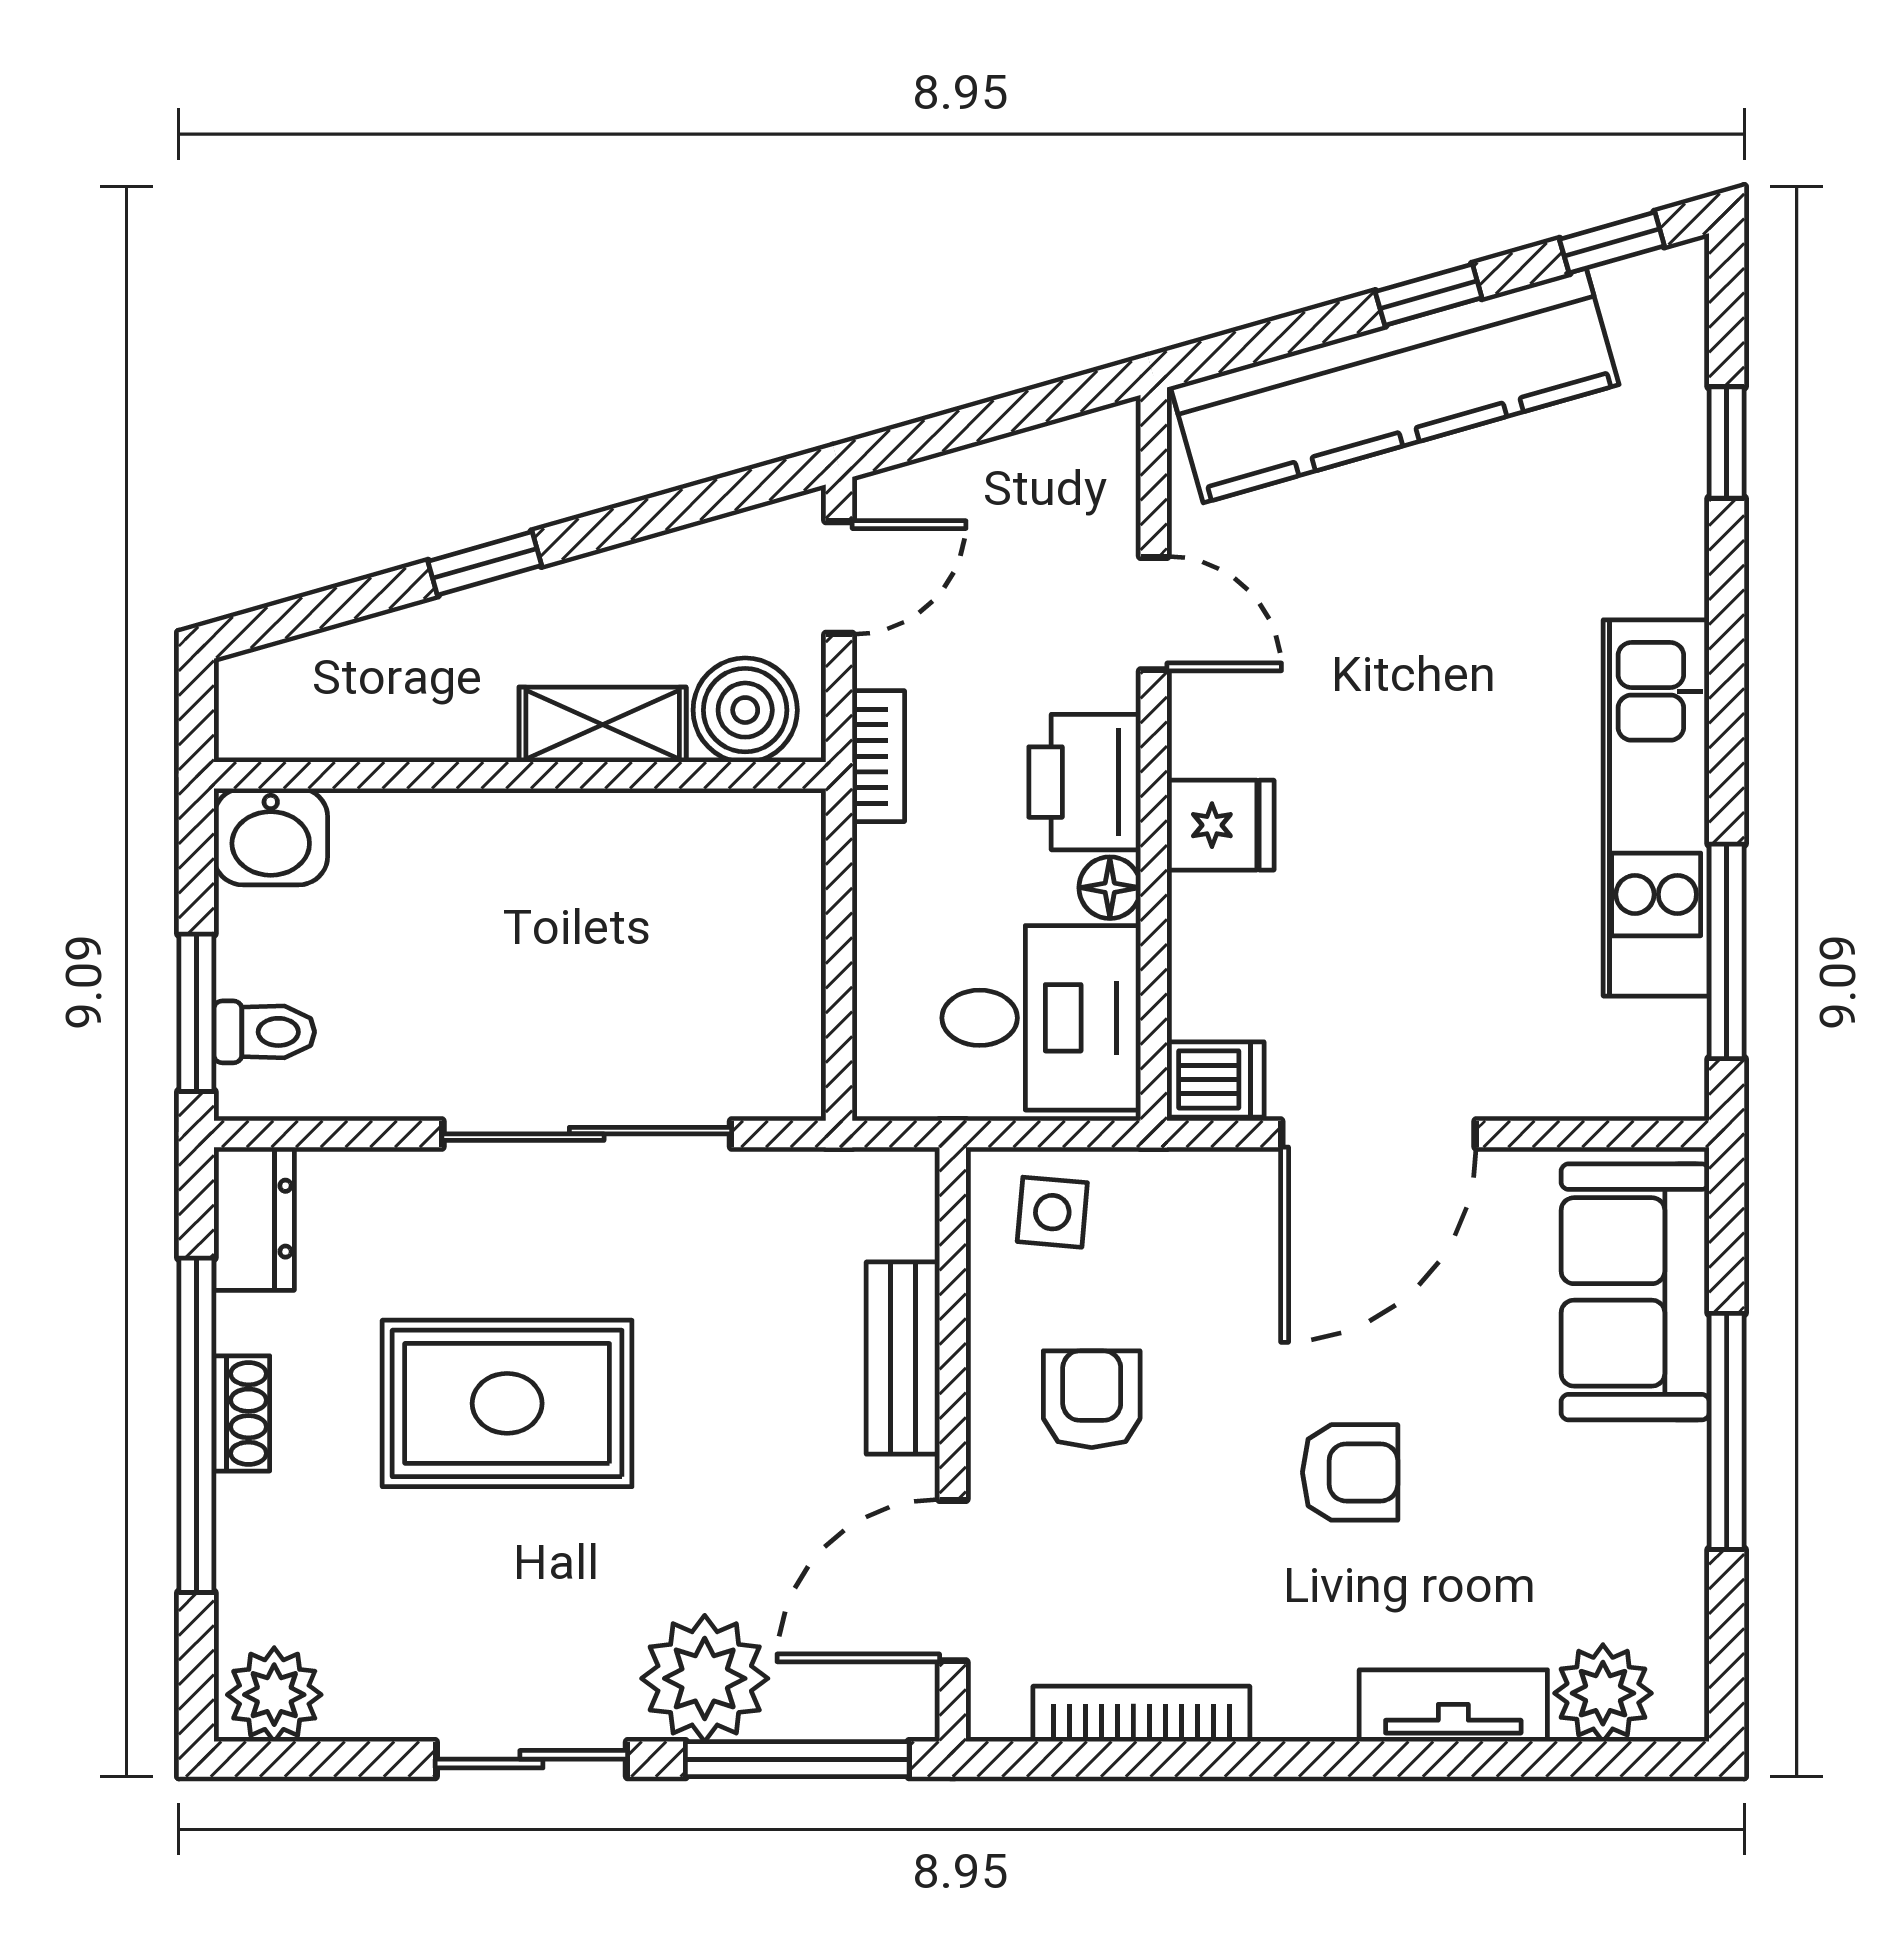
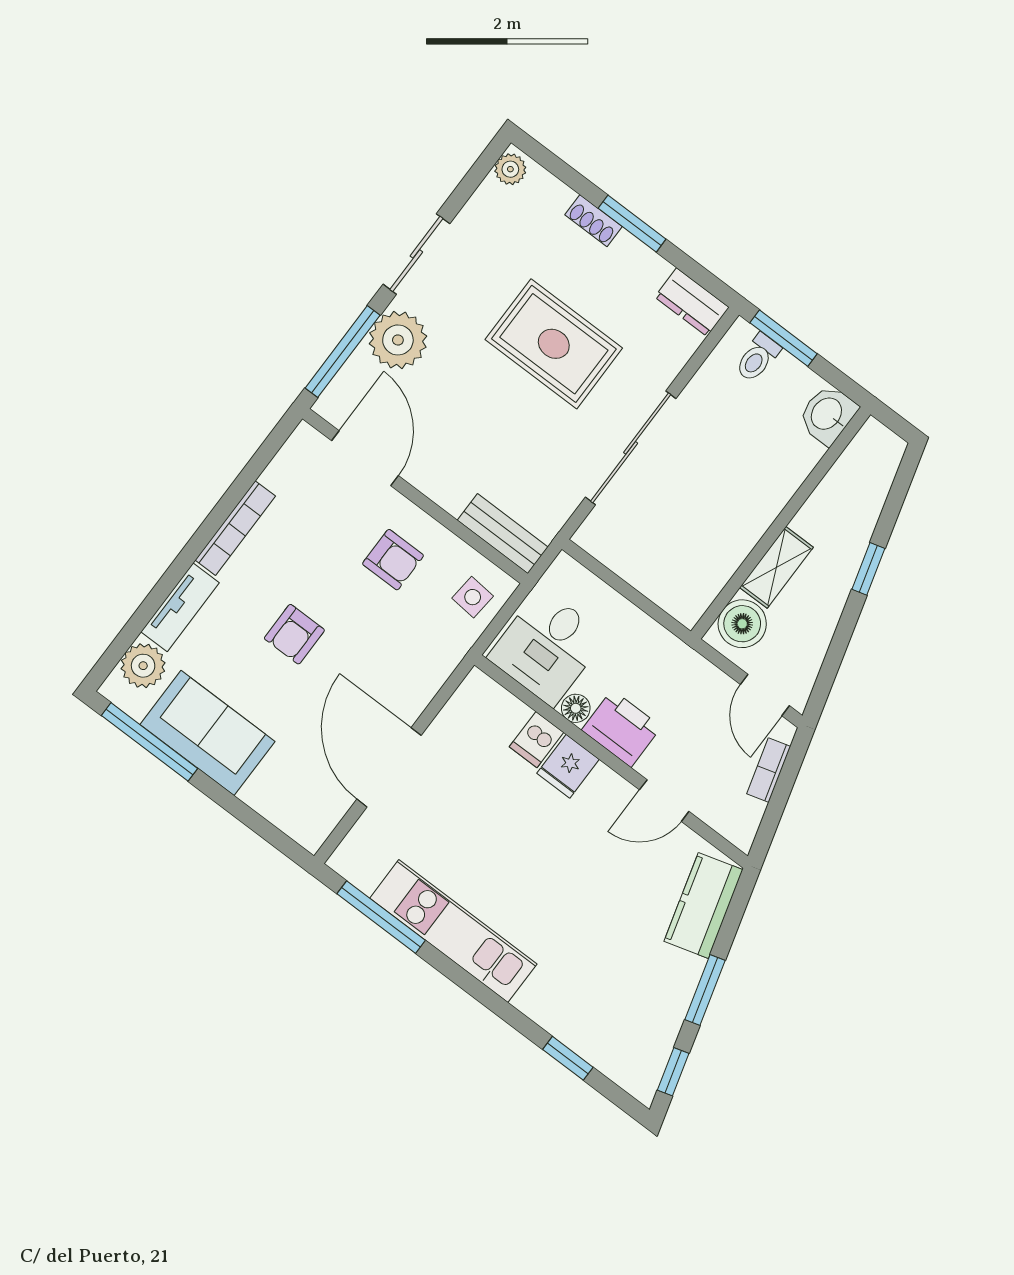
window: (1429, 295) -> (705, 990), width x1.50
kitchen counter: (1395, 386) -> (703, 905), width x0.48, depth x0.86
bookcase: (878, 756) -> (769, 770), moved, turned 74
dishwasher: (1216, 1079) -> (536, 740), moved
door: (1378, 1134) -> (389, 767), moved
sofa: (1635, 1292) -> (208, 733), moved
bench: (903, 1358) -> (503, 534), moved
rug: (507, 1403) -> (554, 344), turned 90
shoe rack: (242, 1413) -> (593, 221), moved
window: (196, 1425) -> (632, 224), width x0.47
window: (1727, 1431) -> (149, 742), moved
plant: (274, 1695) -> (510, 169), width x0.73, depth x0.73
bookcase: (1141, 1714) -> (235, 528), moved

